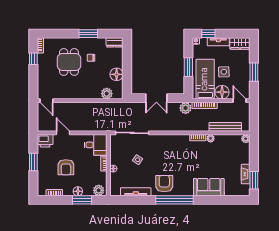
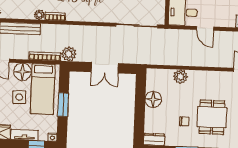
plant: (107, 94) -> (180, 77), moved
double door: (156, 98) -> (105, 68), swing flipped
door: (63, 133) -> (205, 28), moved

